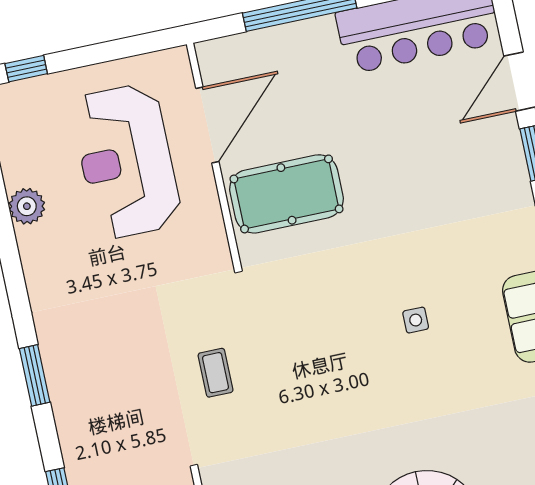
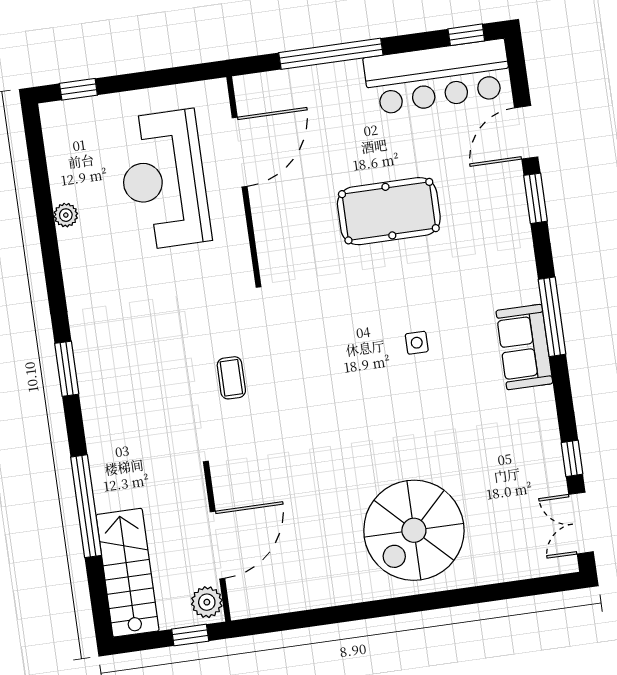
pool table: (286, 194) -> (389, 211), moved
plant: (27, 206) -> (66, 215), width x0.73, depth x0.73

